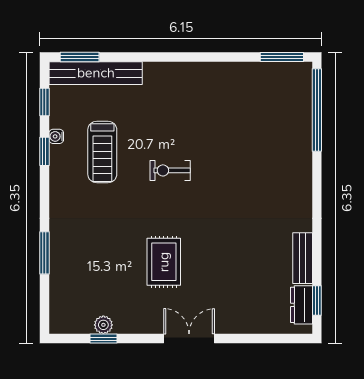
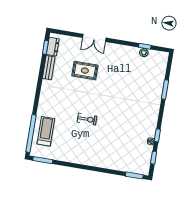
bench: (96, 73) -> (128, 167), removed
treadmill: (102, 152) -> (46, 131), moved
exercise bike: (170, 170) -> (87, 119), moved
rug: (164, 262) -> (85, 71), moved, turned 90
double door: (189, 339) -> (94, 38), moved

